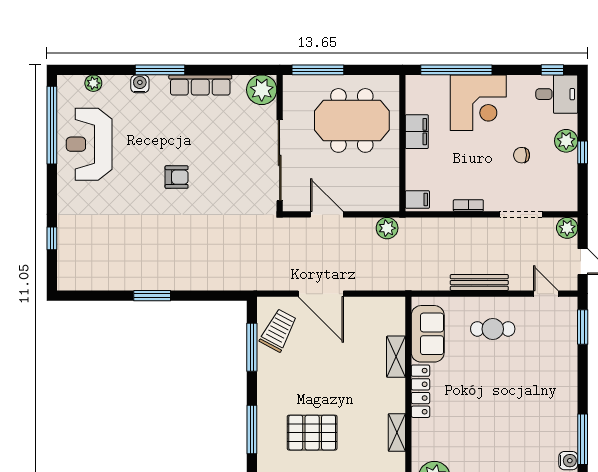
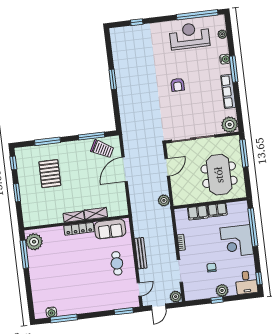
filing cabinet: (417, 199) -> (198, 213), moved, width x2.00
shelving: (397, 432) -> (74, 217), moved

